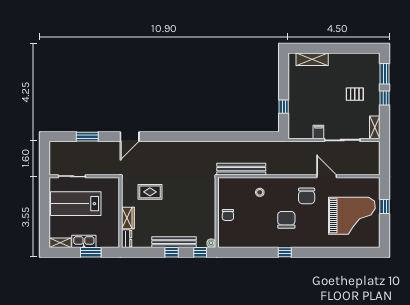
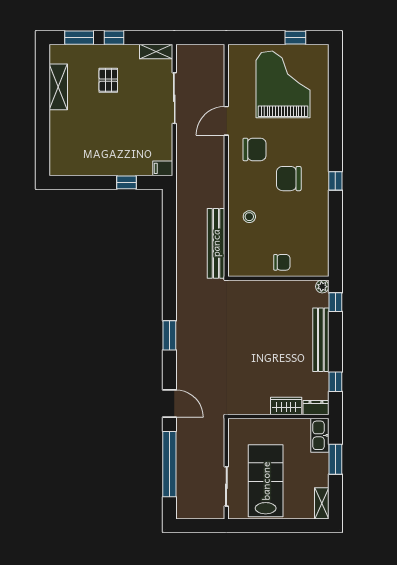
shelving: (312, 59) -> (58, 87), moved
filing cabinet: (318, 132) -> (163, 168), moved
window: (87, 137) -> (169, 464), width x2.11
window: (177, 137) -> (169, 335), added
rug: (150, 192) -> (249, 374), removed
lab bench: (76, 204) -> (266, 481), turned 180
window: (385, 206) -> (295, 38), moved
kitchen sink: (84, 241) -> (320, 435), moved
window: (172, 252) -> (335, 382), moved

